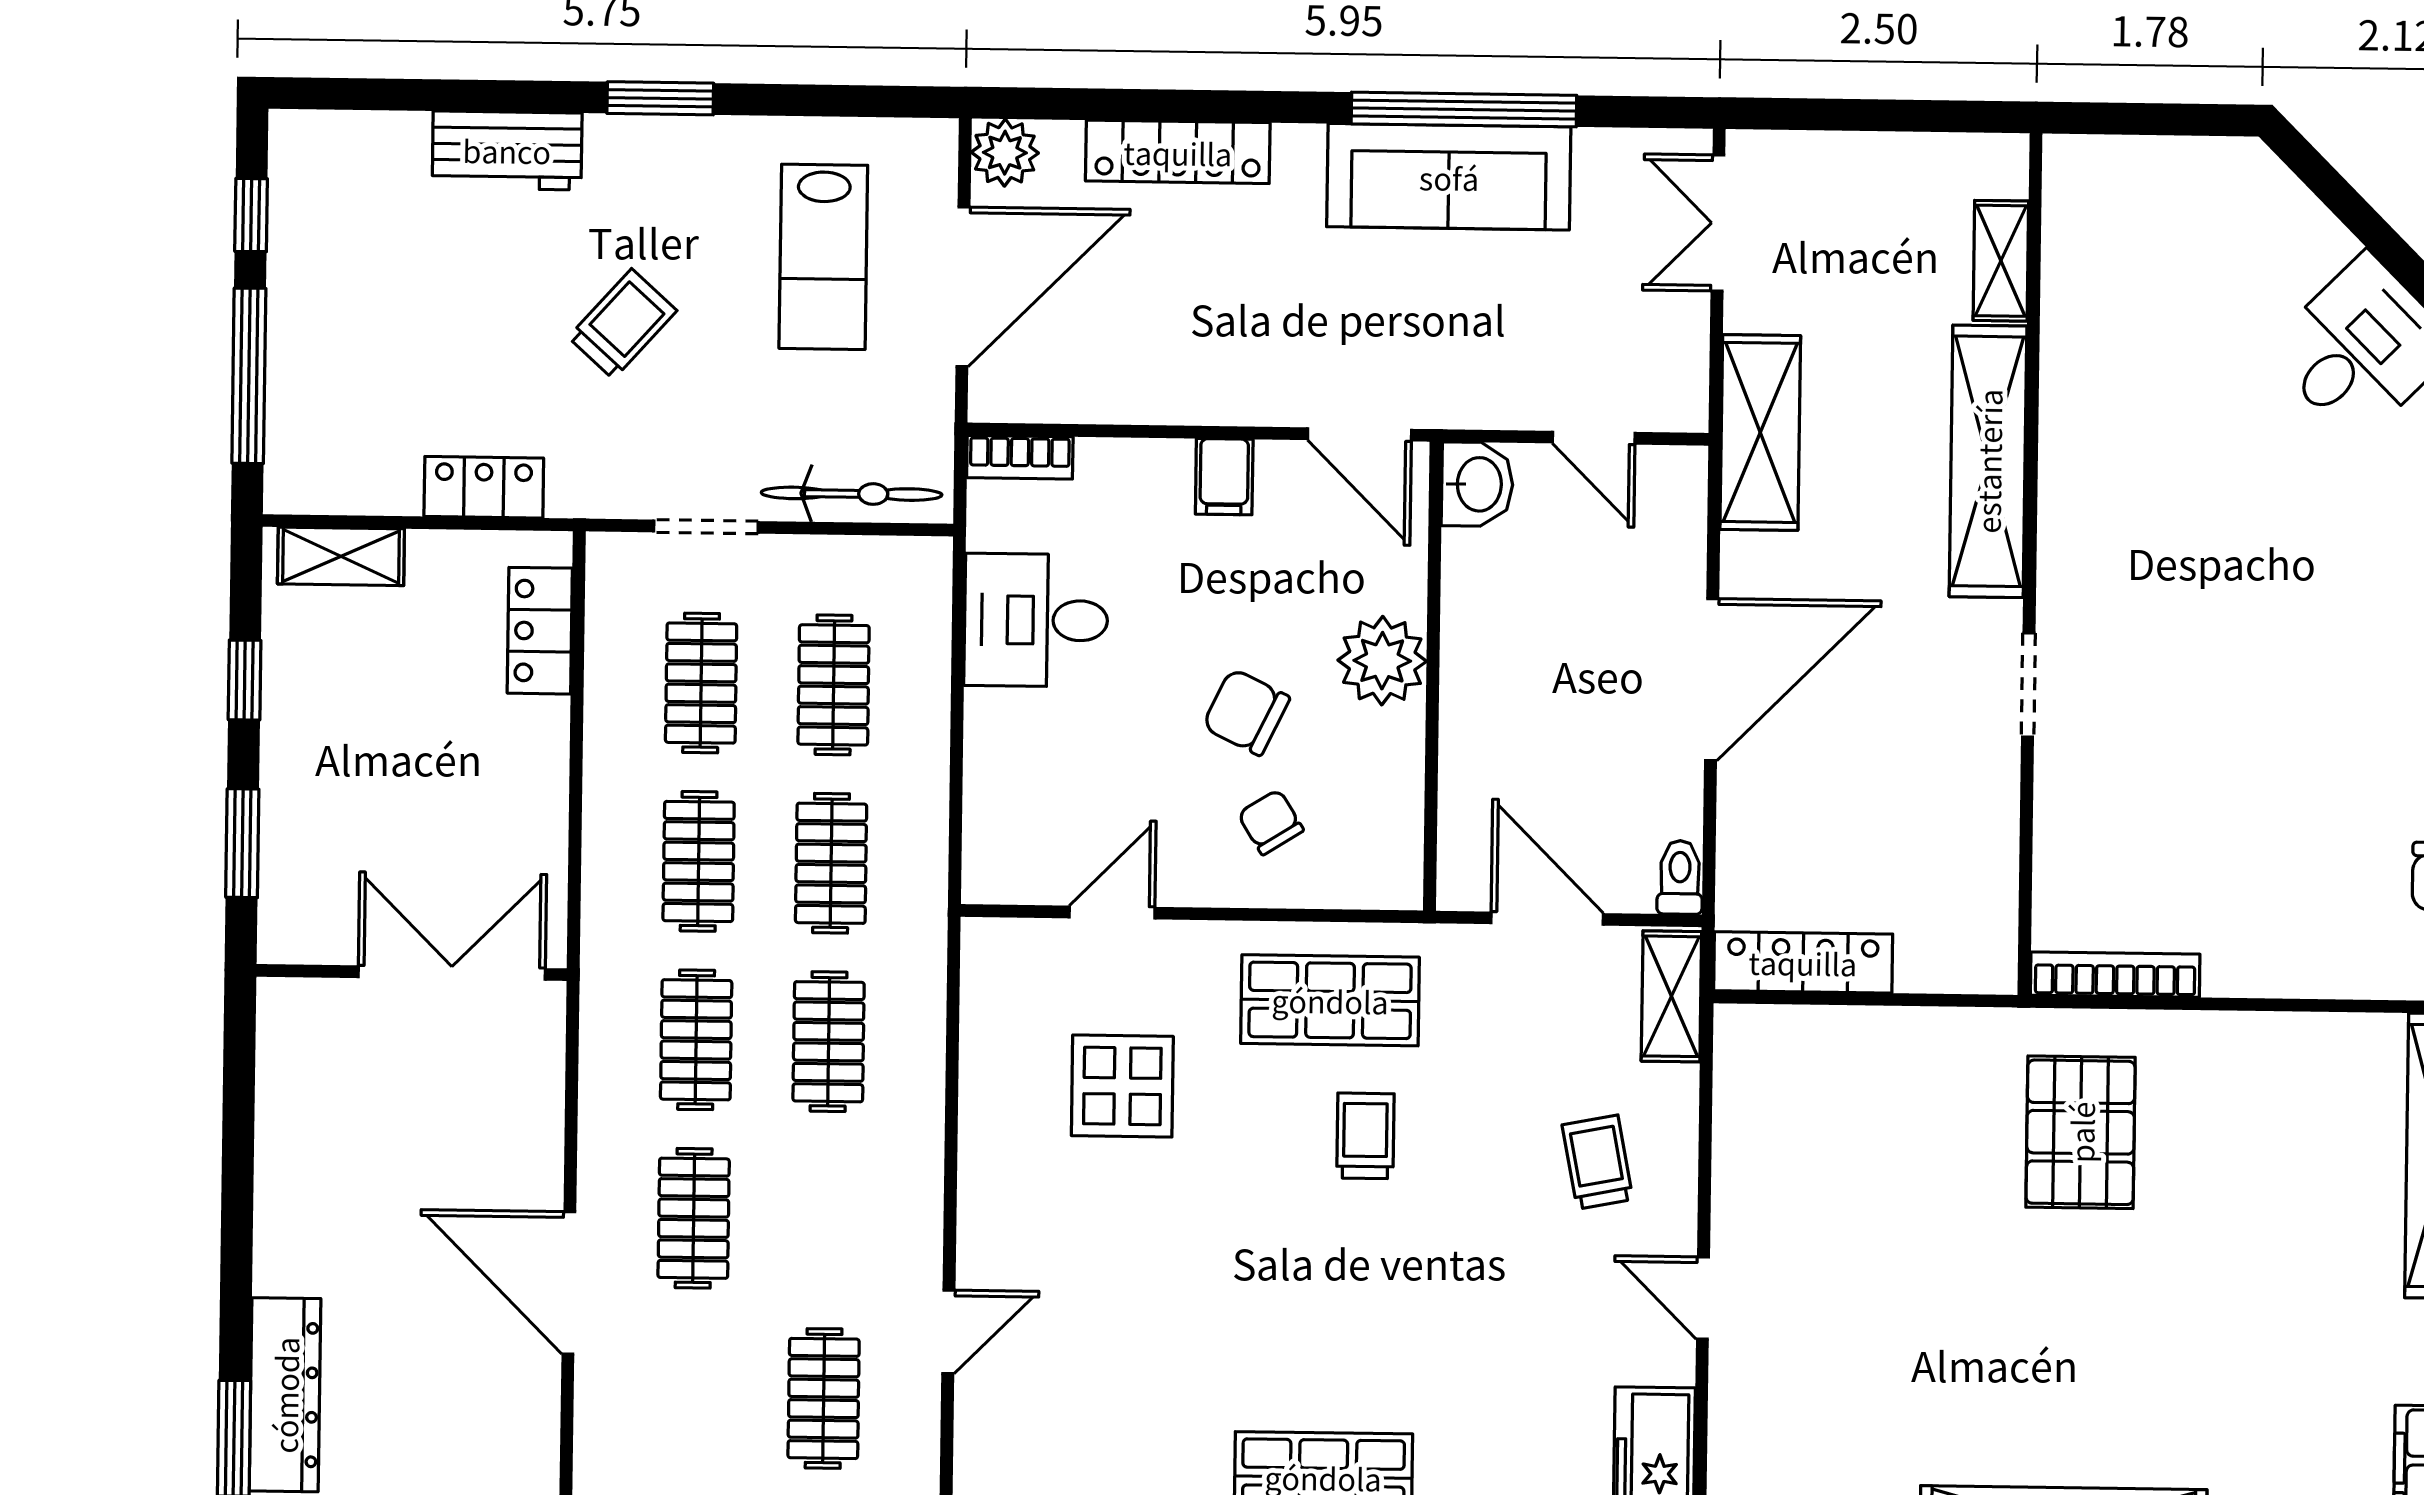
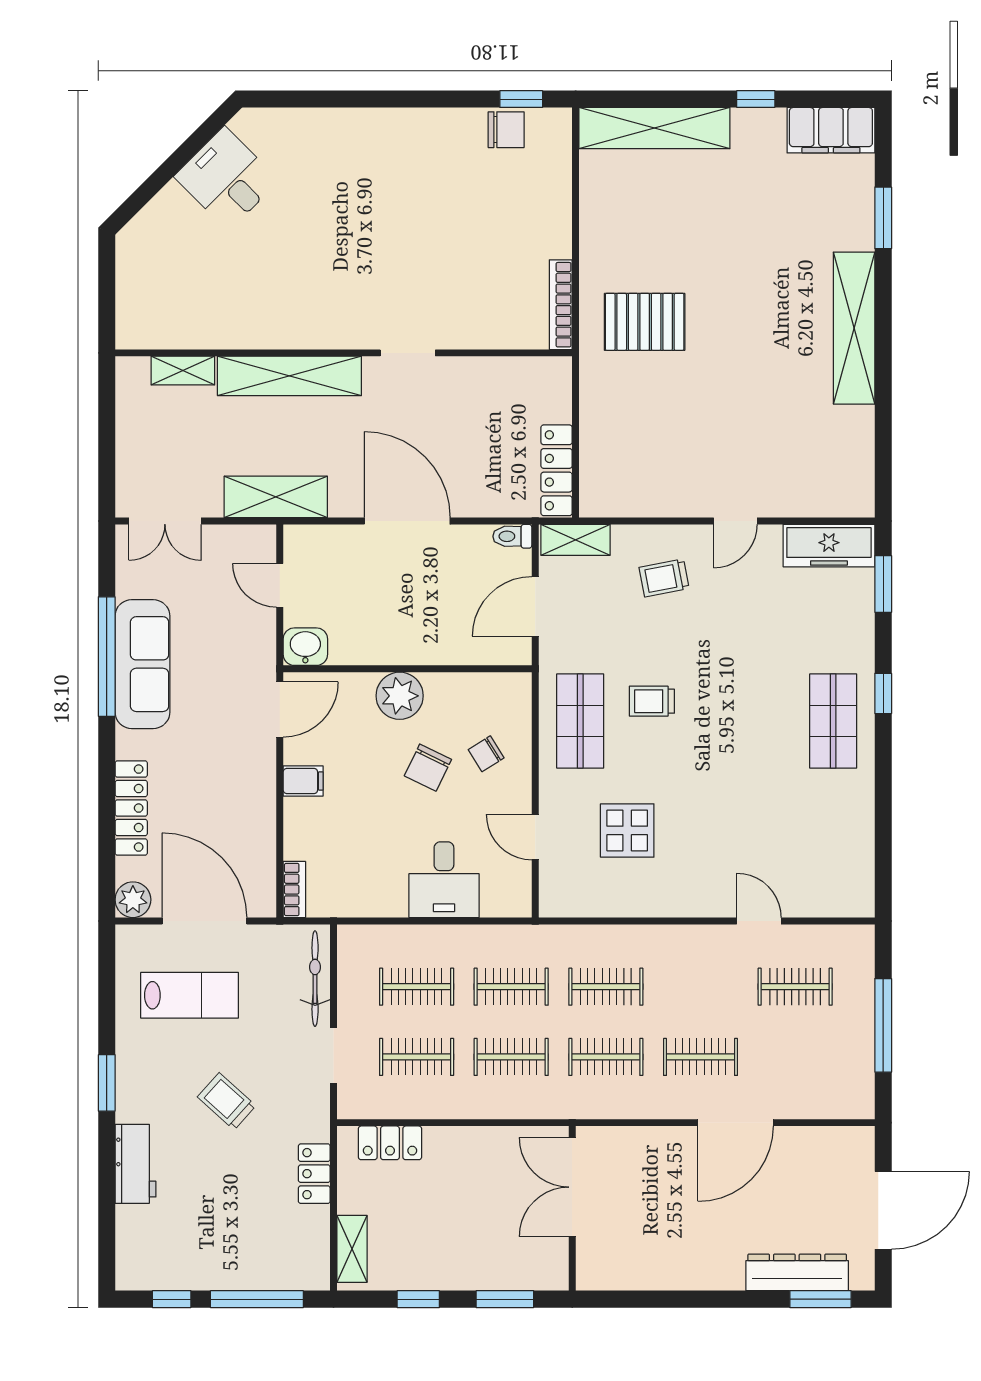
door: (1594, 438) -> (280, 585), swing flipped
desk: (1036, 620) -> (444, 880), moved

